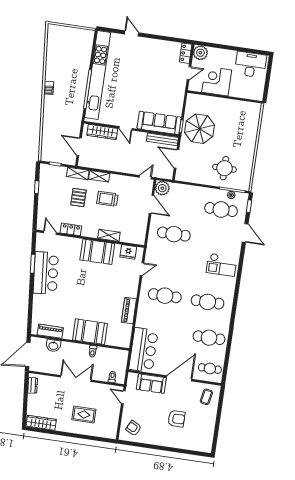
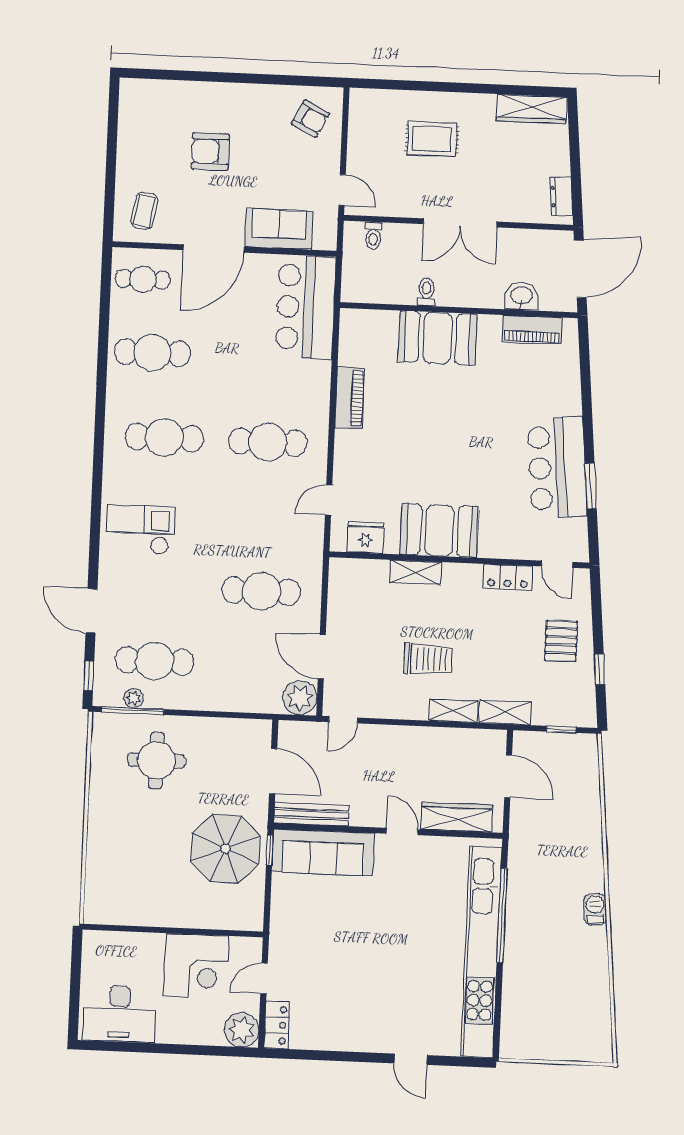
pallet: (78, 197) -> (561, 641), moved

